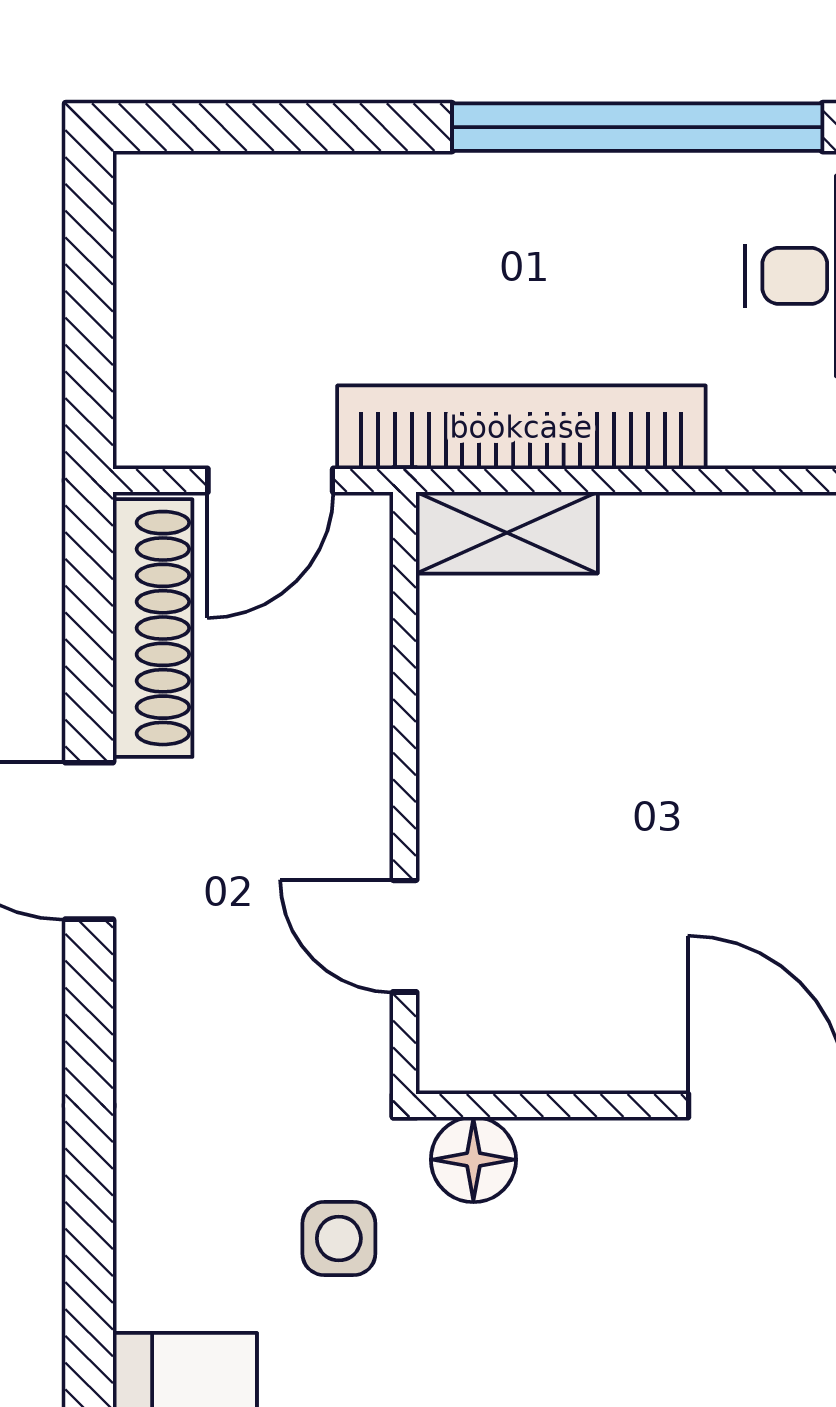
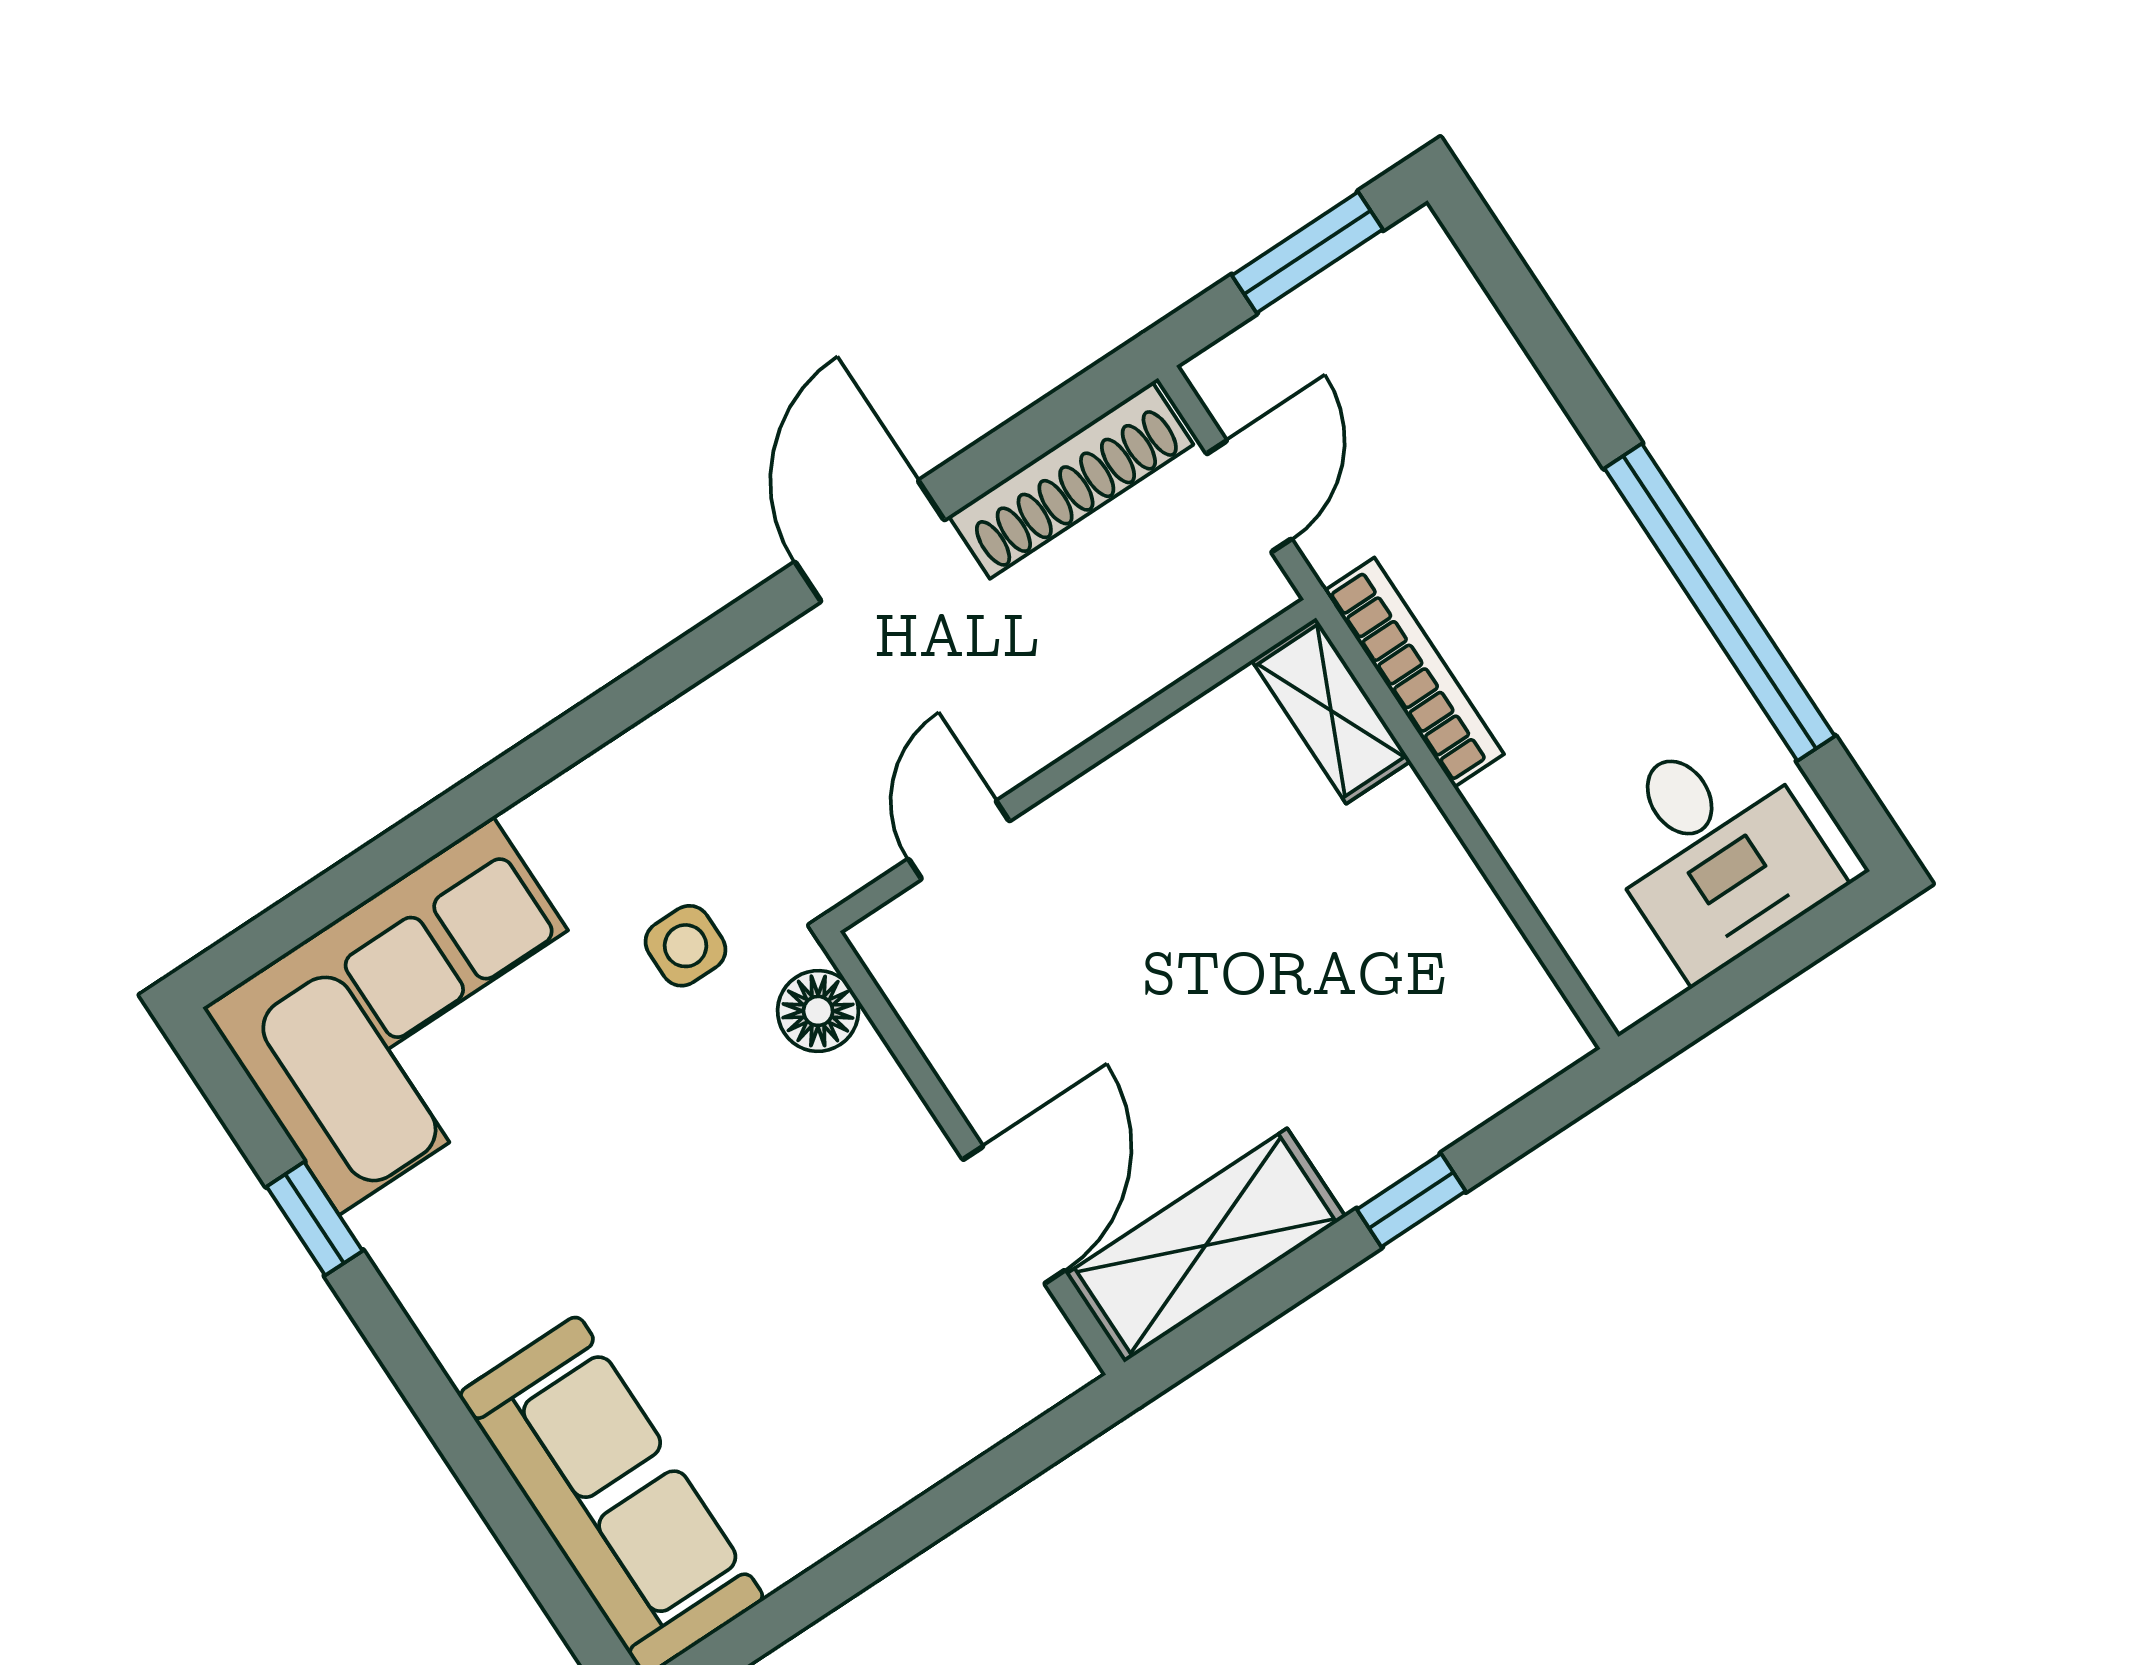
window: (89, 287) -> (1307, 252), added
bookcase: (521, 427) -> (1414, 672), width x0.68, depth x0.76
door: (270, 480) -> (1249, 496), swing flipped

